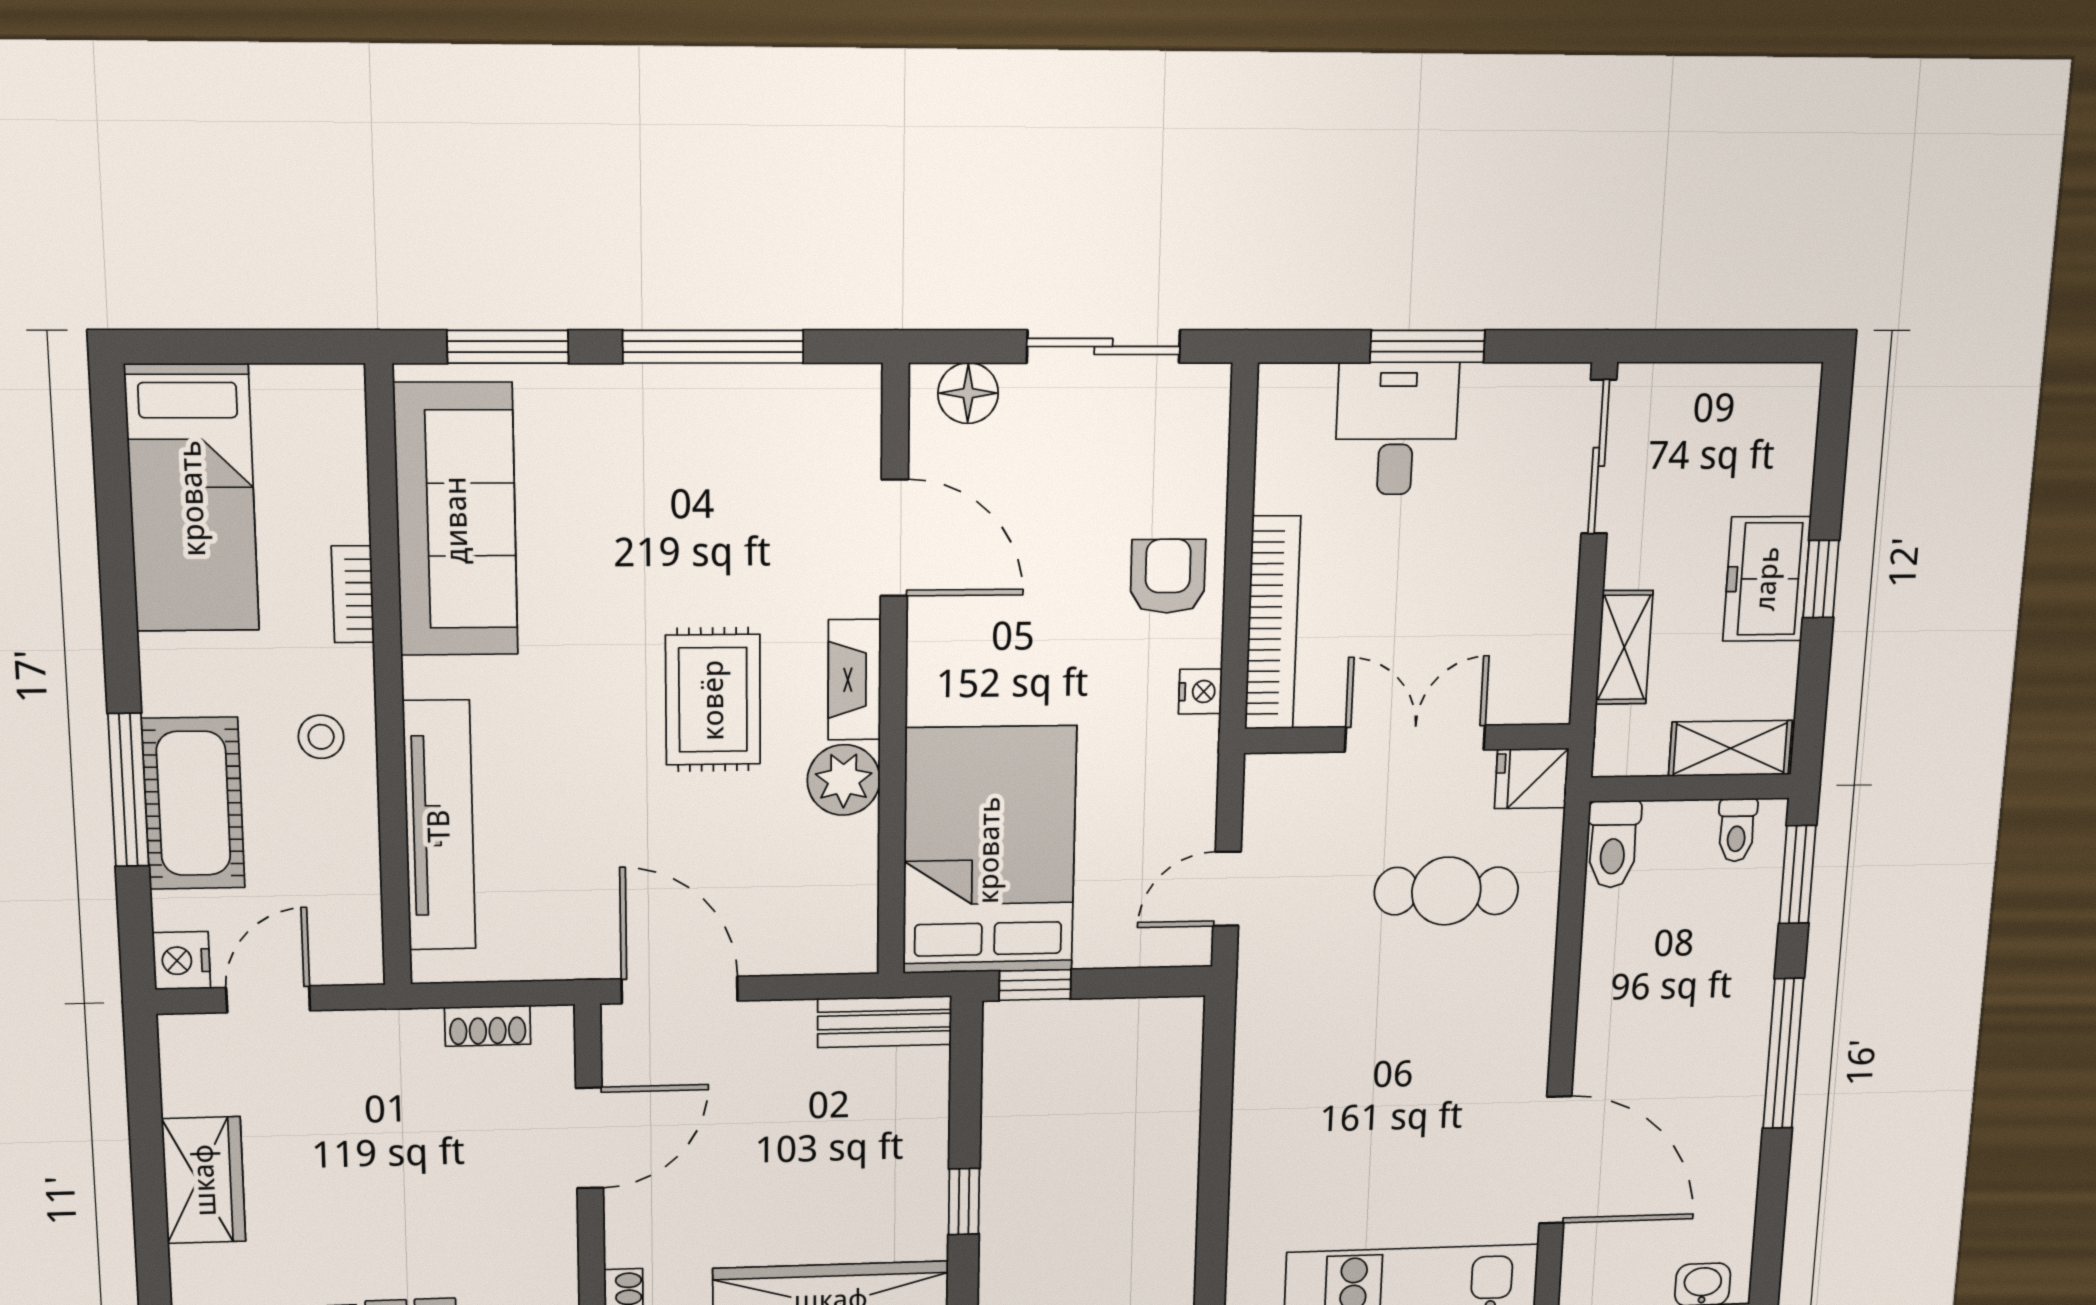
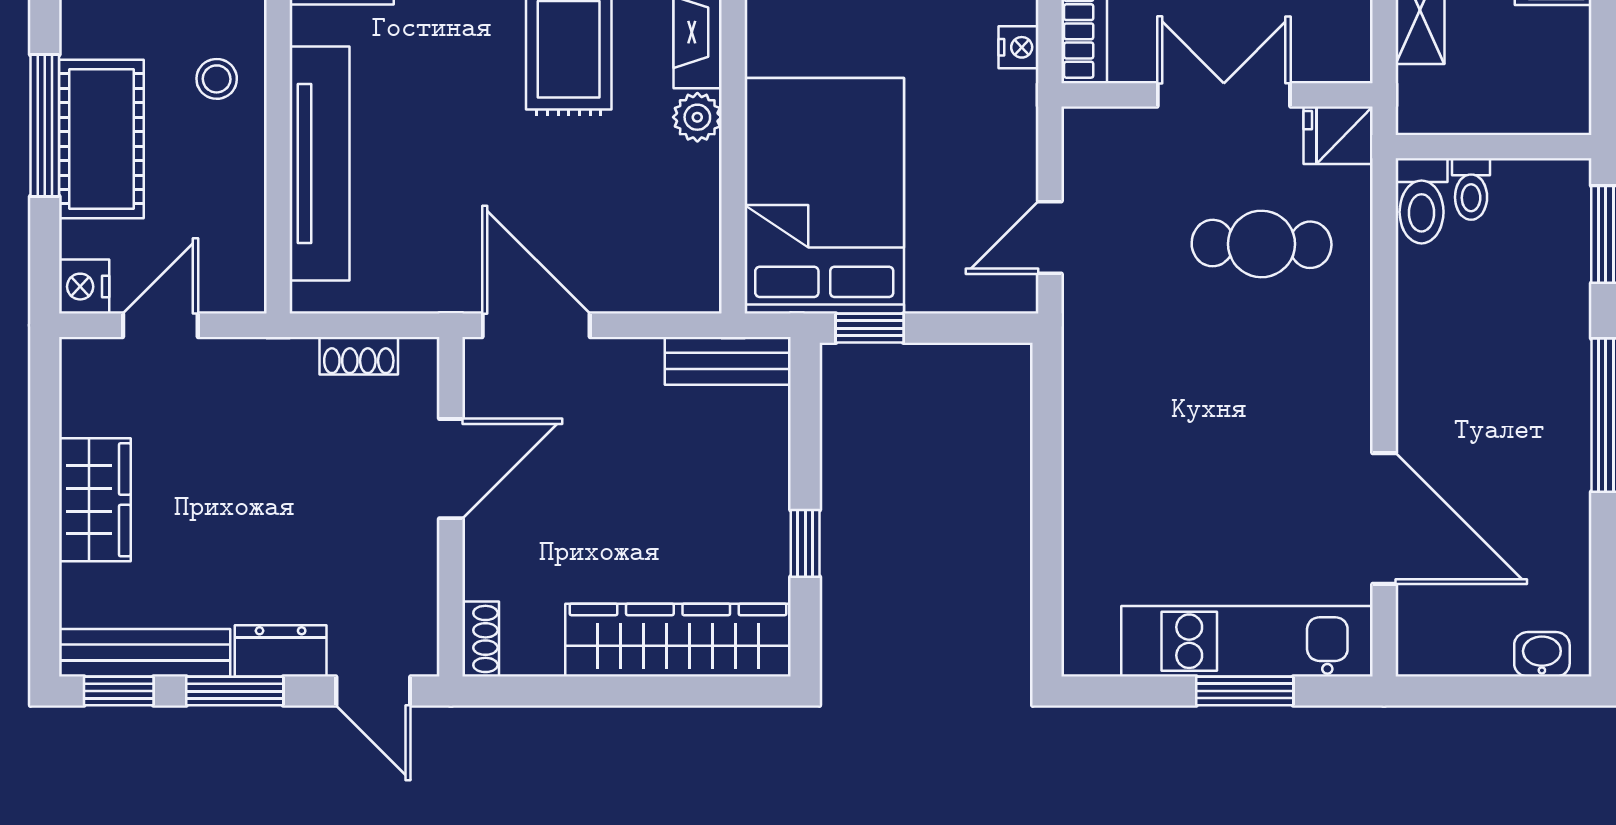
shelving: (1730, 748) -> (1530, 109), removed
plant: (844, 780) -> (697, 117), width x0.73, depth x0.73
toilet: (1737, 830) -> (1471, 189), moved

